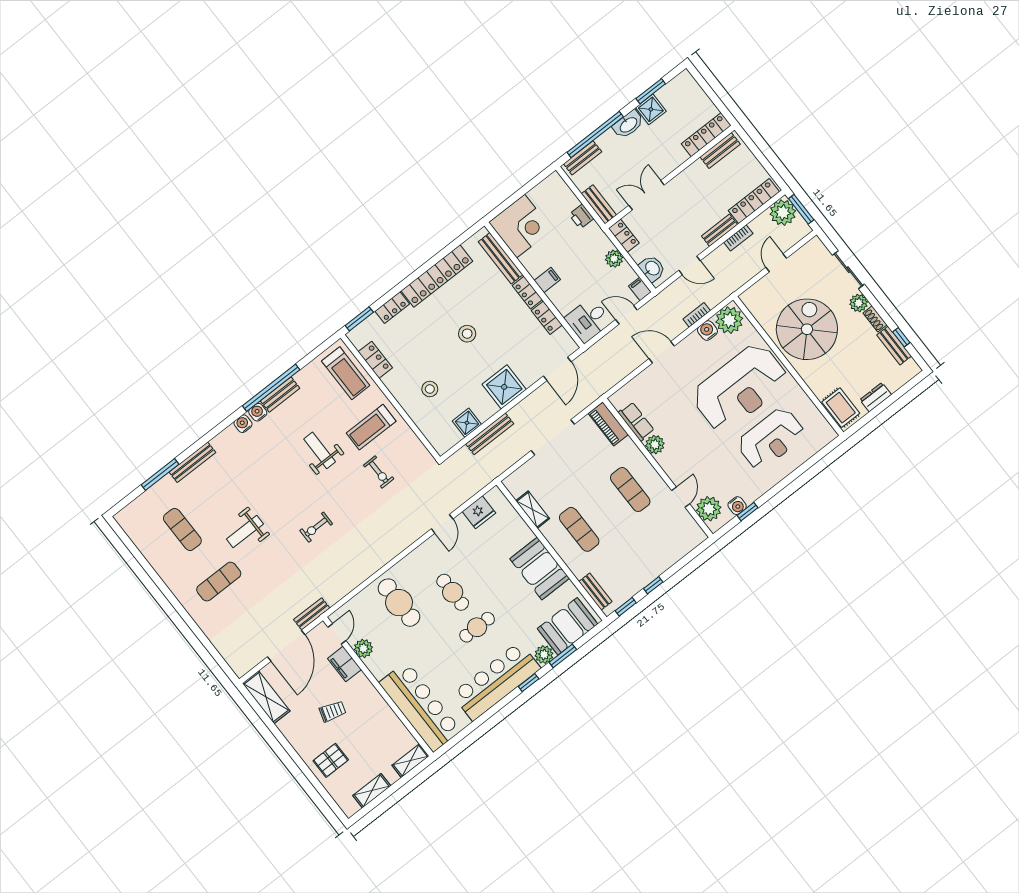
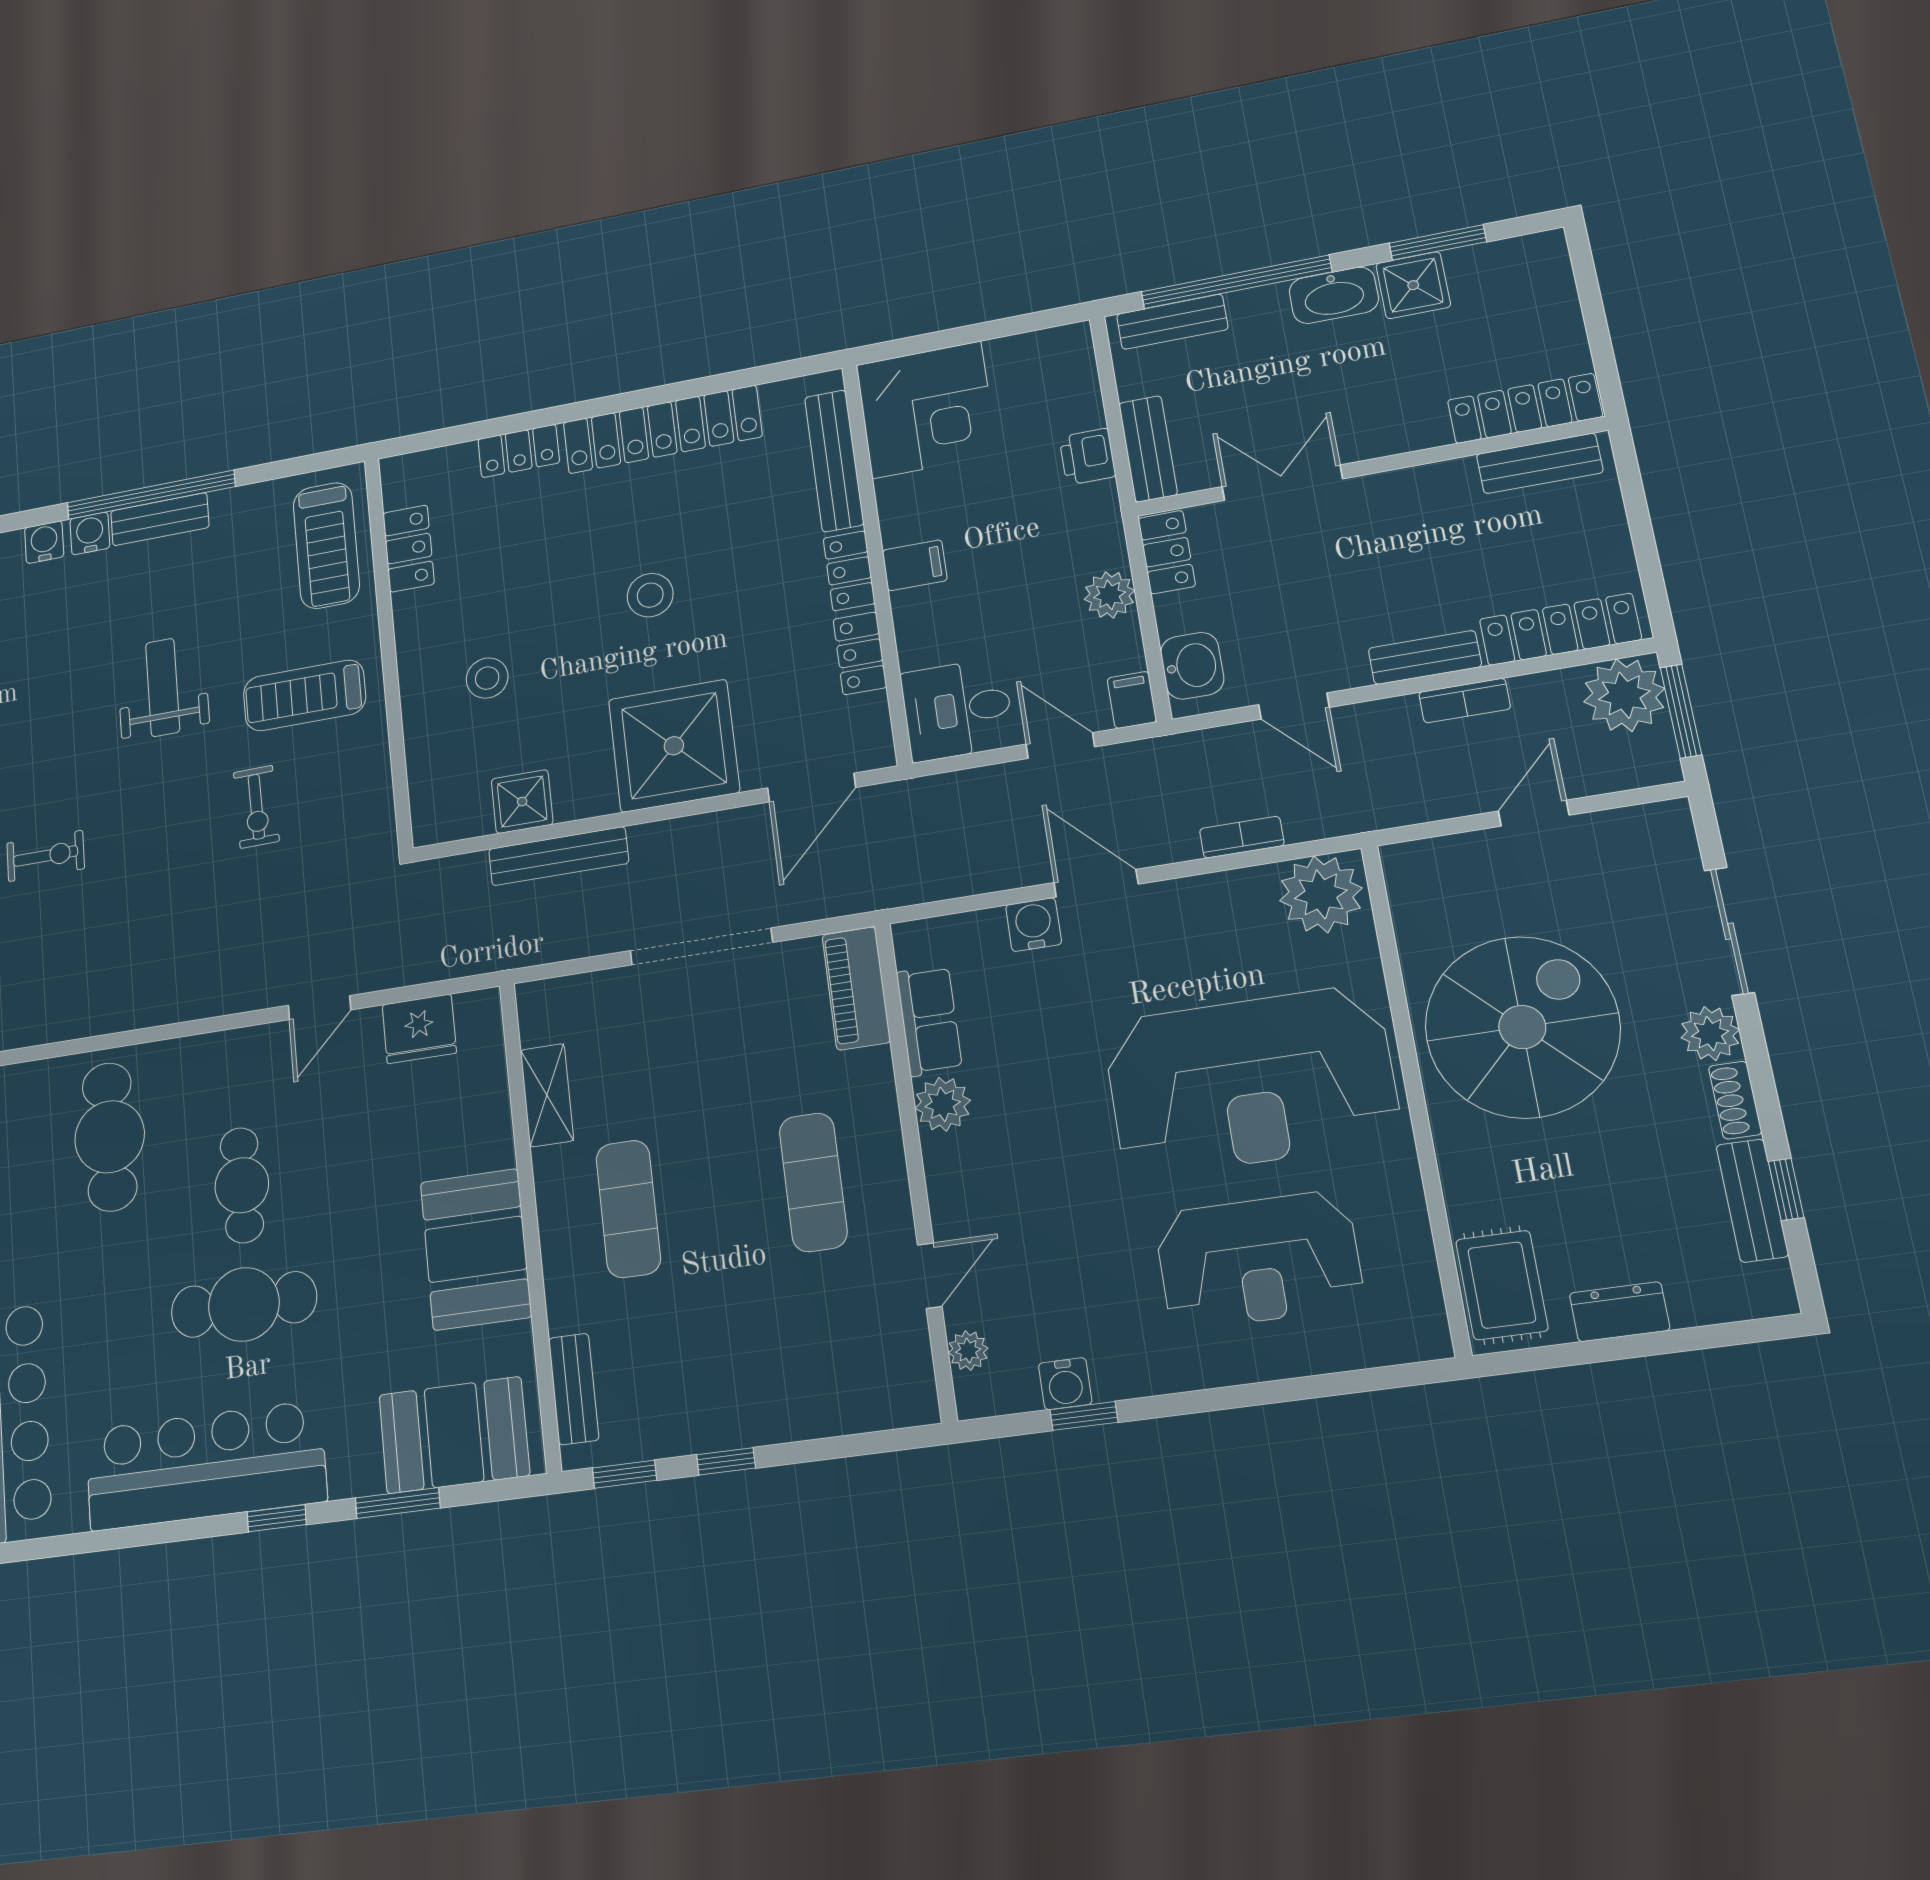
window: (359, 319) -> (431, 440), removed
water cooler: (707, 331) -> (1034, 925), moved
shower: (504, 387) -> (674, 746), width x1.37, depth x1.37
plant: (709, 509) -> (968, 1351), width x0.53, depth x0.53
exercise bike: (316, 527) -> (46, 856), turned 180
cafe table: (477, 627) -> (244, 1304), width x1.37, depth x1.35
plant: (544, 655) -> (355, 1471), removed

